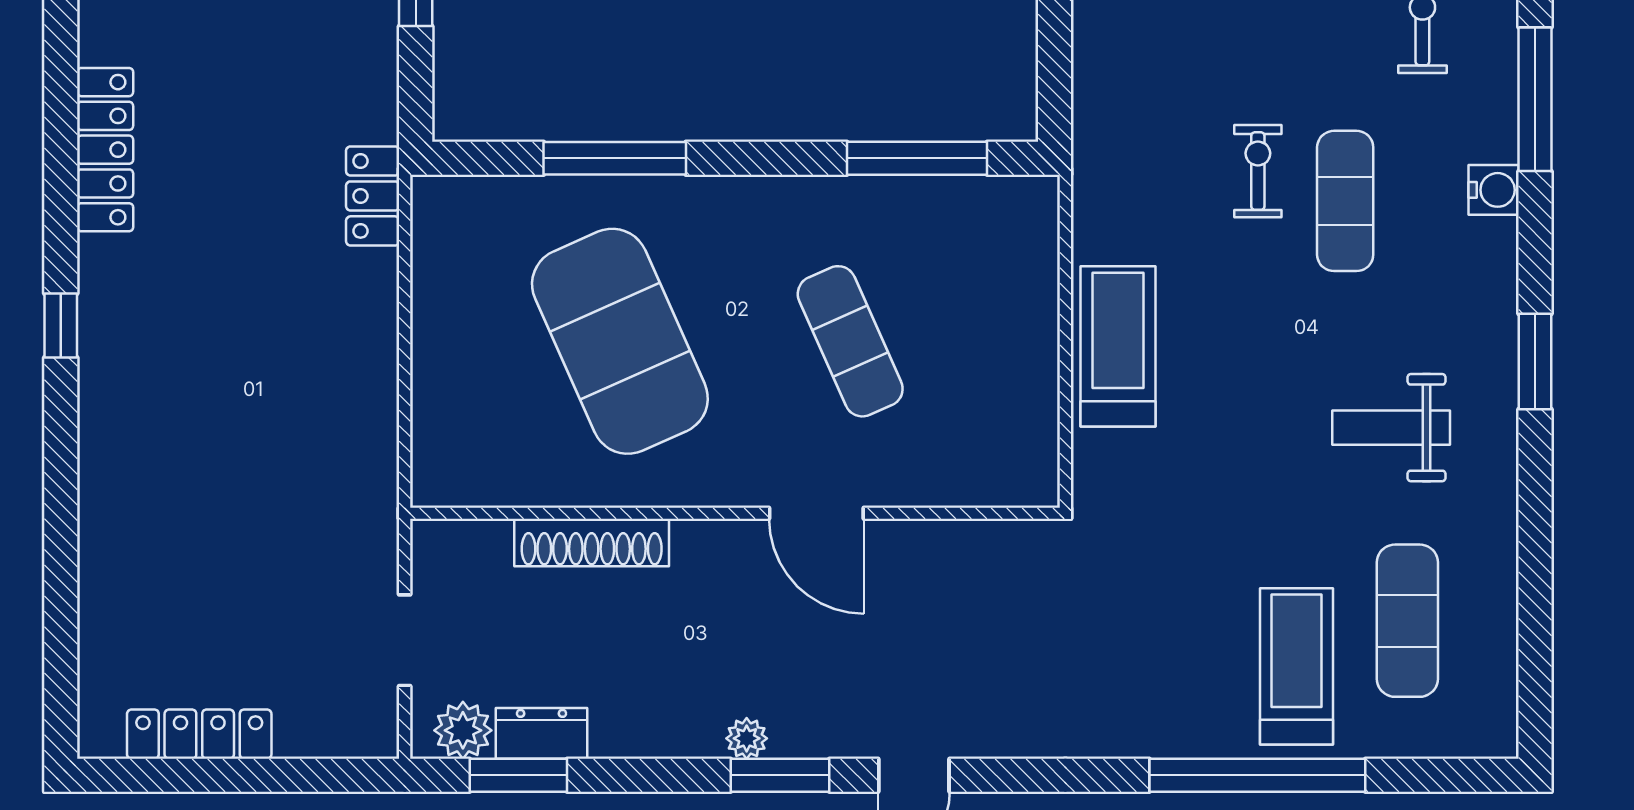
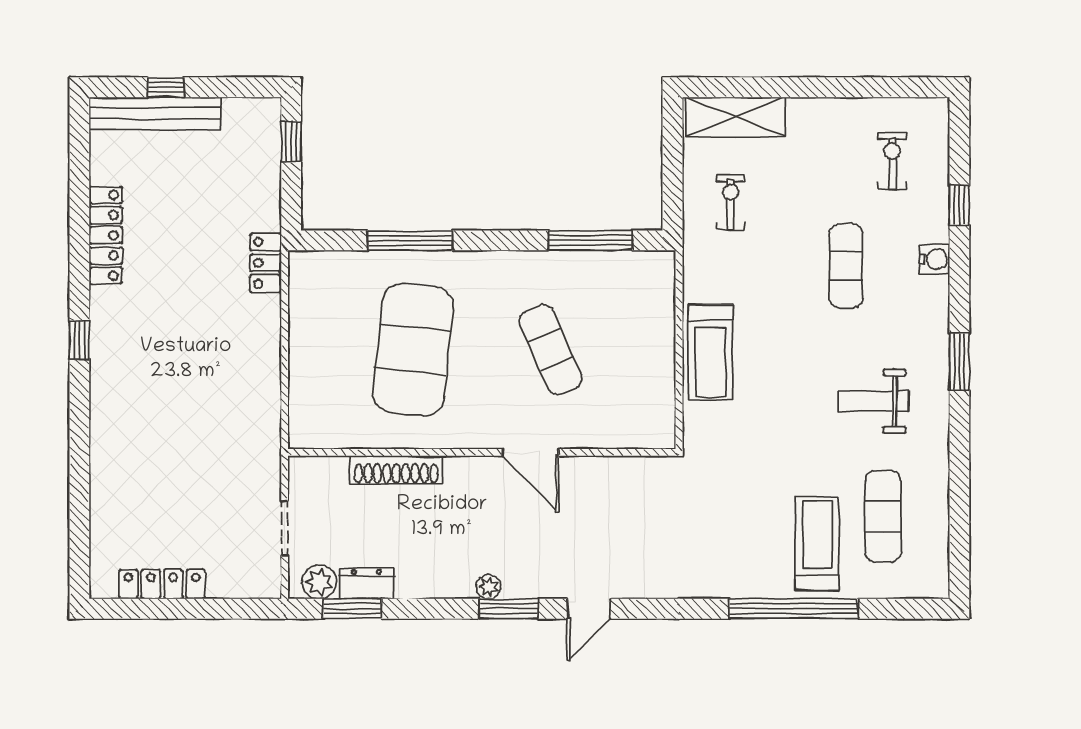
window: (1535, 99) -> (959, 205), width x0.46
exercise bike: (1258, 171) -> (731, 202), moved
exercise mat: (620, 341) -> (413, 350), turned 30
treadmill: (1118, 346) -> (710, 353), turned 180

